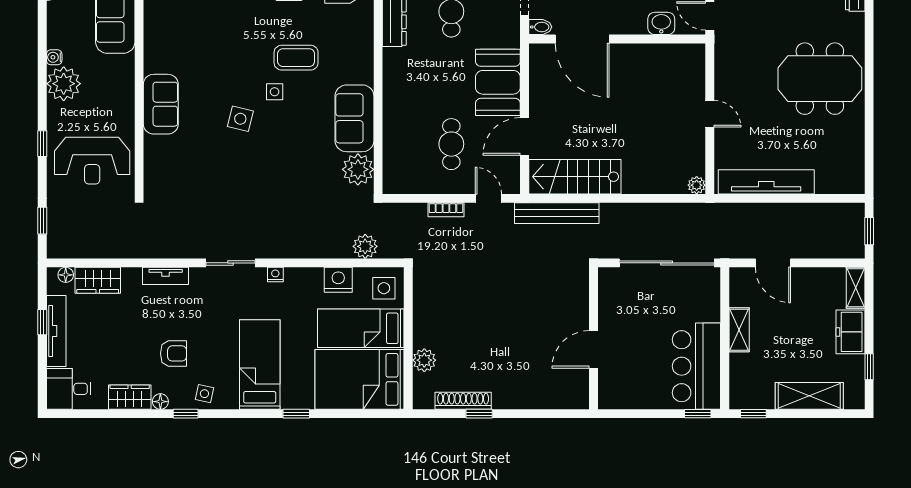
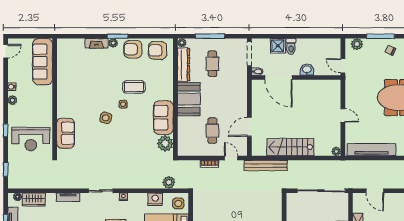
washbasin: (661, 23) -> (307, 70), moved
booth: (498, 82) -> (189, 99), moved
plant: (64, 84) -> (12, 100), width x0.53, depth x0.53
sofa: (161, 104) -> (66, 133), moved
stairs: (575, 177) -> (290, 147), moved

